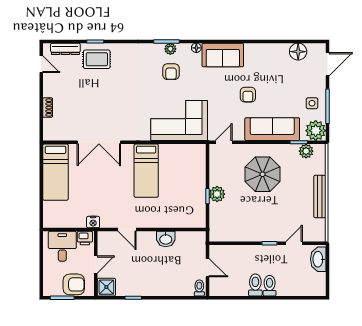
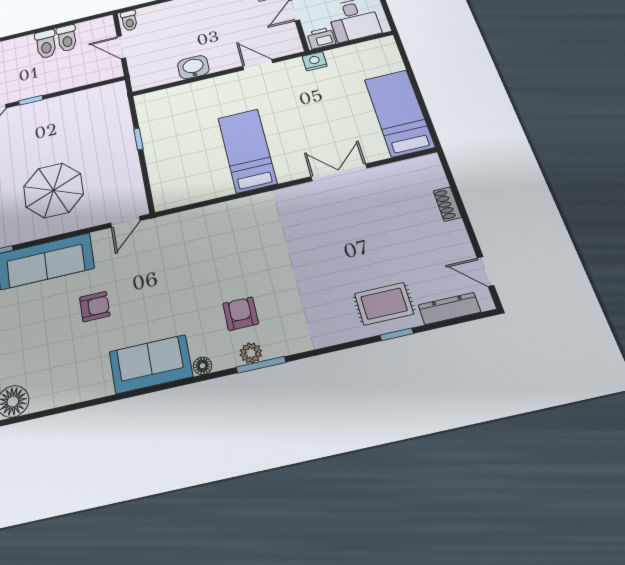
armchair: (248, 95) -> (95, 307), turned 90
corner sofa: (179, 121) -> (208, 237), removed
double door: (99, 142) -> (339, 172), width x0.73
plant: (217, 194) -> (123, 145), removed
toilet: (270, 286) -> (67, 38), moved

